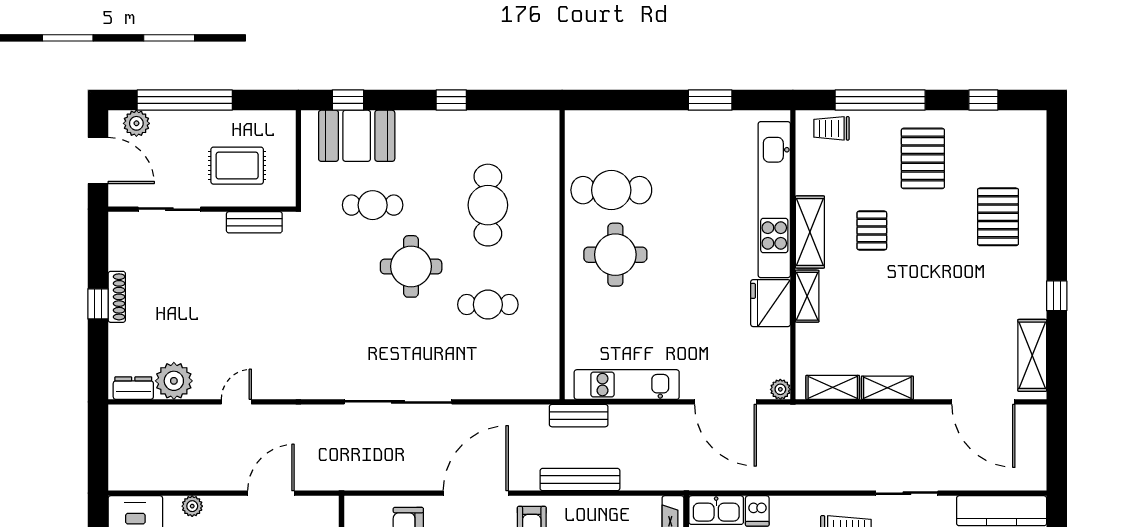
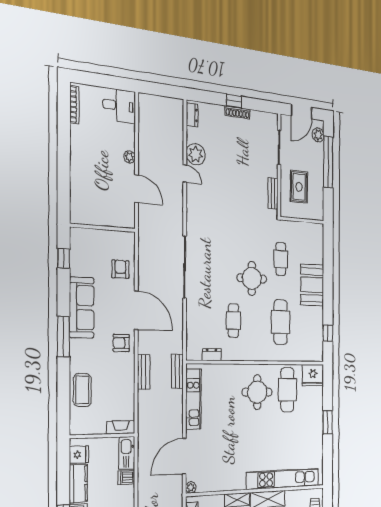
window: (348, 100) -> (328, 249), removed
window: (451, 100) -> (328, 333), moved
window: (710, 100) -> (328, 422), moved
booth: (357, 136) -> (312, 285), moved
cafe table: (488, 205) -> (281, 322), turned 90
fridge: (771, 303) -> (313, 375), moved, turned 180
dresser: (549, 349) -> (212, 355), added
plant: (174, 381) -> (196, 154), moved
bench: (580, 480) -> (144, 372), width x0.73
plant: (192, 506) -> (130, 157), moved

